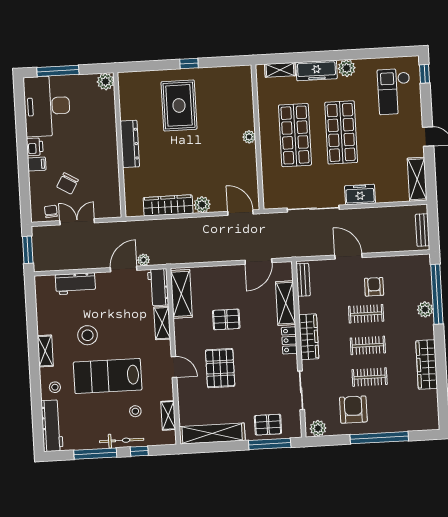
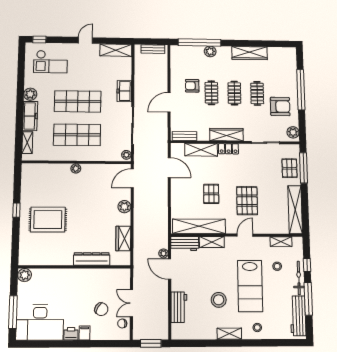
dresser: (130, 144) -> (92, 259), moved
plant: (272, 203) -> (126, 155), added
wardrobe: (168, 205) -> (123, 238), width x0.67
shelving: (181, 294) -> (199, 226), width x1.47
pallet: (220, 368) -> (247, 201), turned 90
armchair: (353, 410) -> (280, 106), turned 180
workbench: (52, 426) -> (298, 316), moved, turned -90

